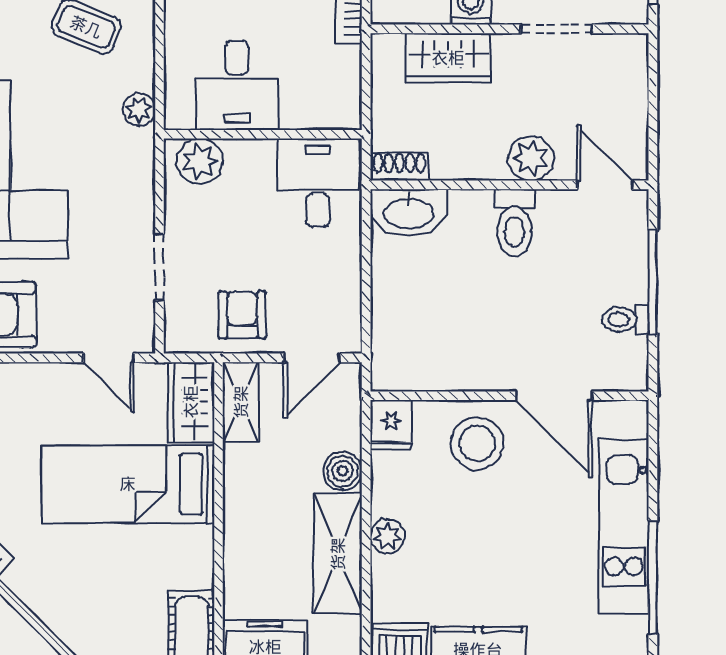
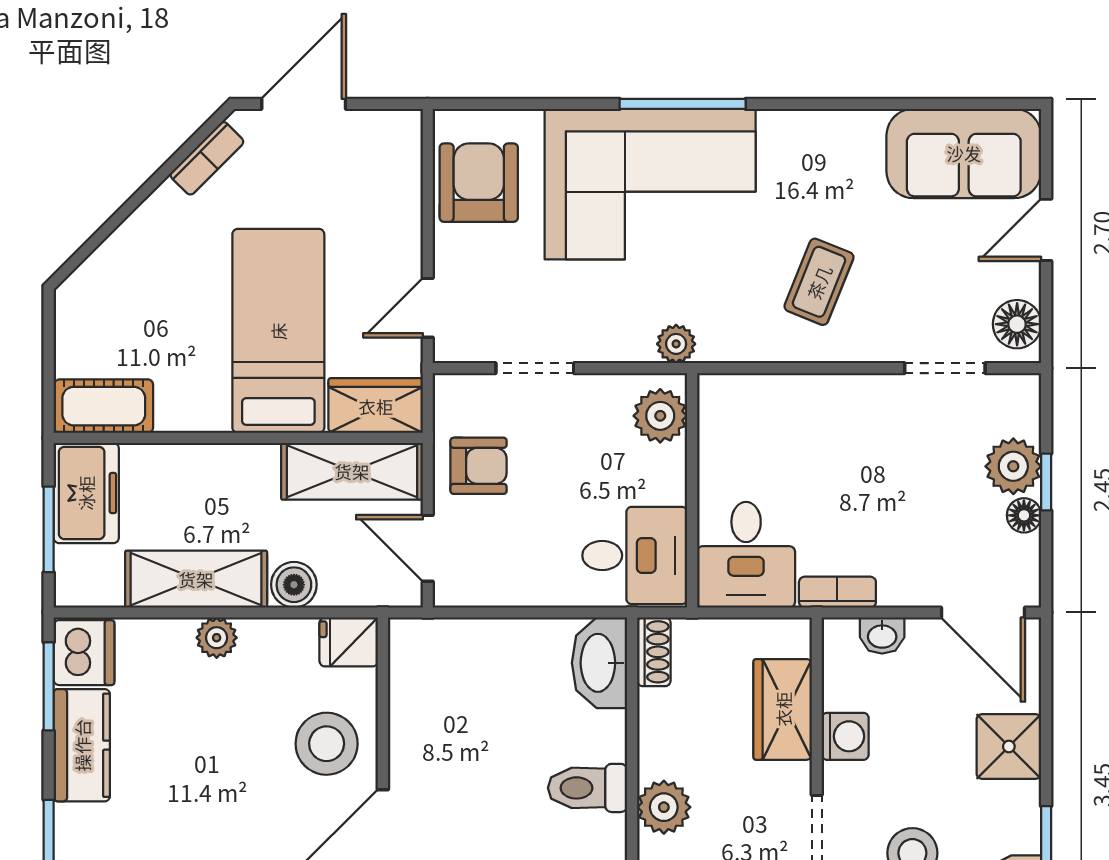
desk: (237, 85) -> (746, 555), moved, turned -90
plant: (139, 110) -> (676, 344), moved
shelving: (241, 402) -> (352, 471), width x1.50, depth x1.33

